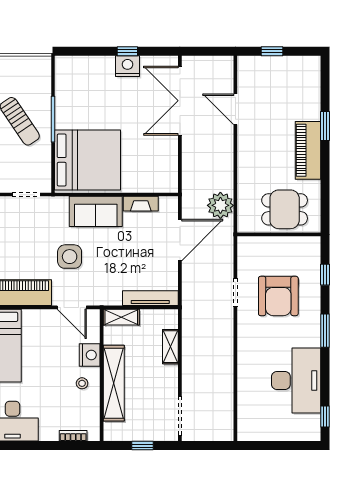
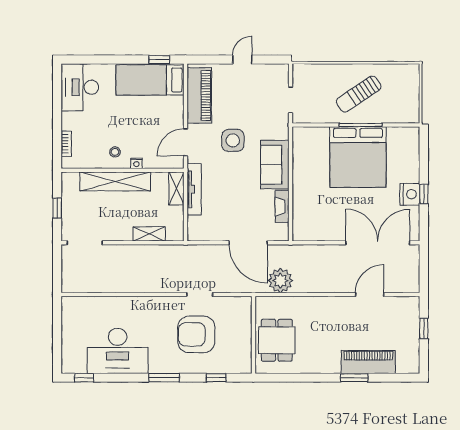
piano: (308, 150) -> (368, 362), moved
bed: (88, 160) -> (358, 157), moved
tv unit: (150, 298) -> (194, 189), moved
nightstand: (90, 355) -> (136, 163), width x0.53, depth x0.56

